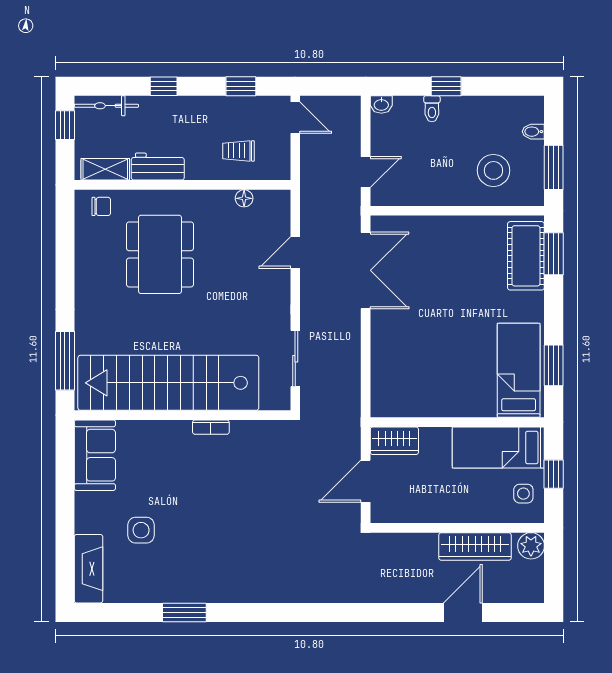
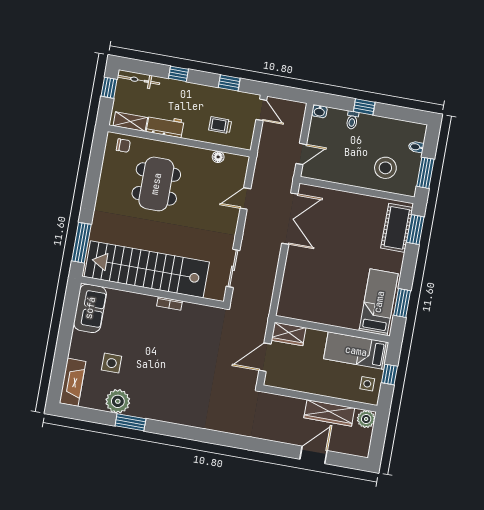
plant: (160, 585) -> (118, 401), added

